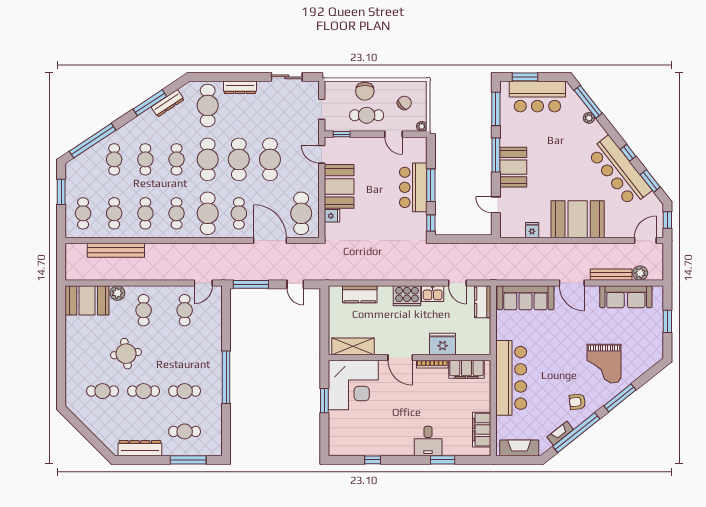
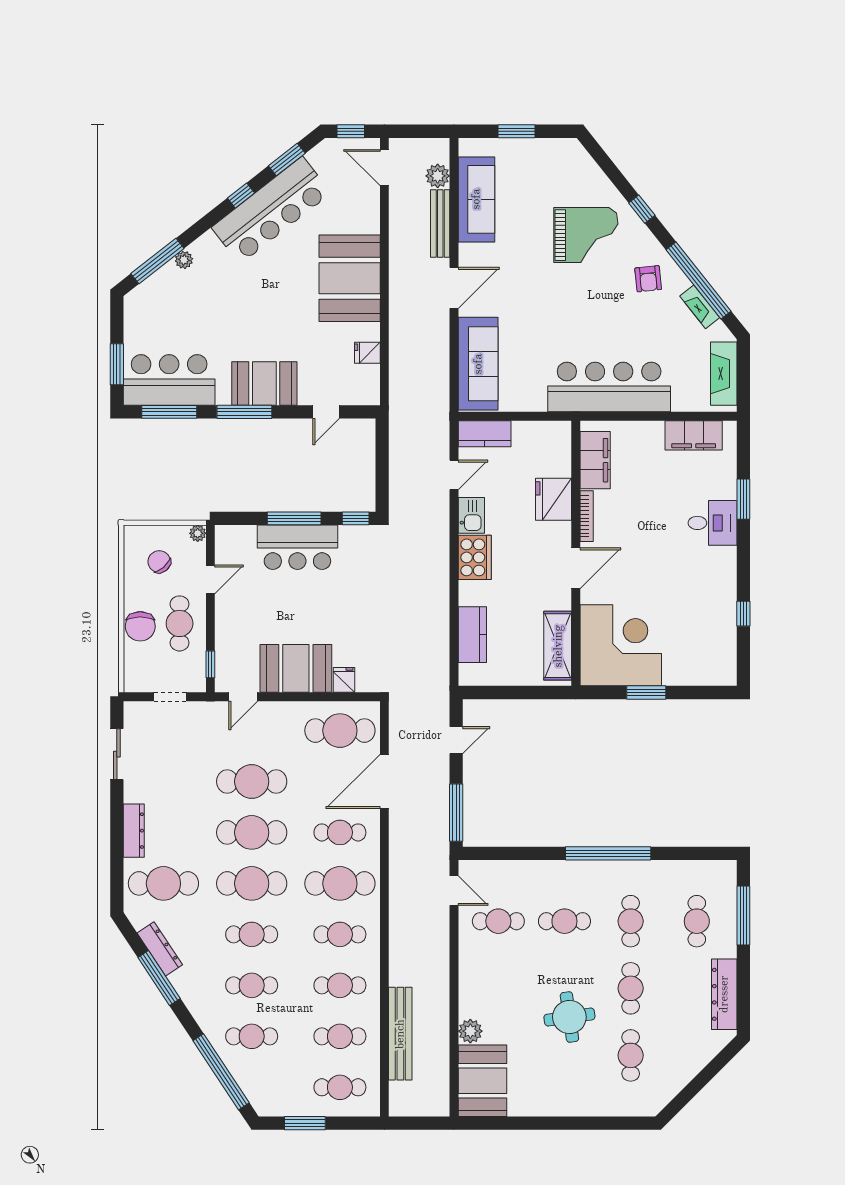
chair: (365, 91) -> (140, 626), turned 90
bar counter: (537, 96) -> (169, 380), moved, turned -90
cafe table: (144, 310) -> (564, 921), moved
window: (620, 398) -> (642, 209), width x0.46

